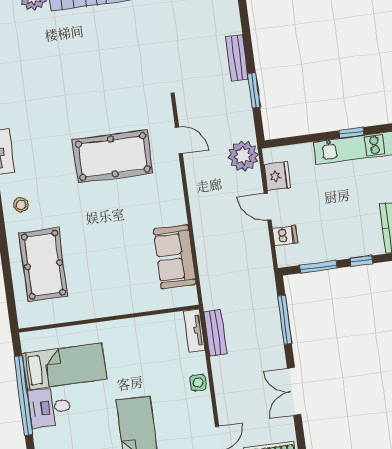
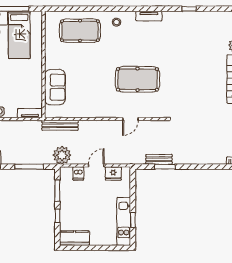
bench: (237, 58) -> (159, 159), moved
door: (179, 140) -> (130, 119), moved
pool table: (113, 156) -> (137, 79), turned 90
plant: (243, 156) -> (62, 155), moved
sofa: (175, 257) -> (55, 87), moved, turned 90
bench: (215, 333) -> (60, 125), moved, width x1.36

